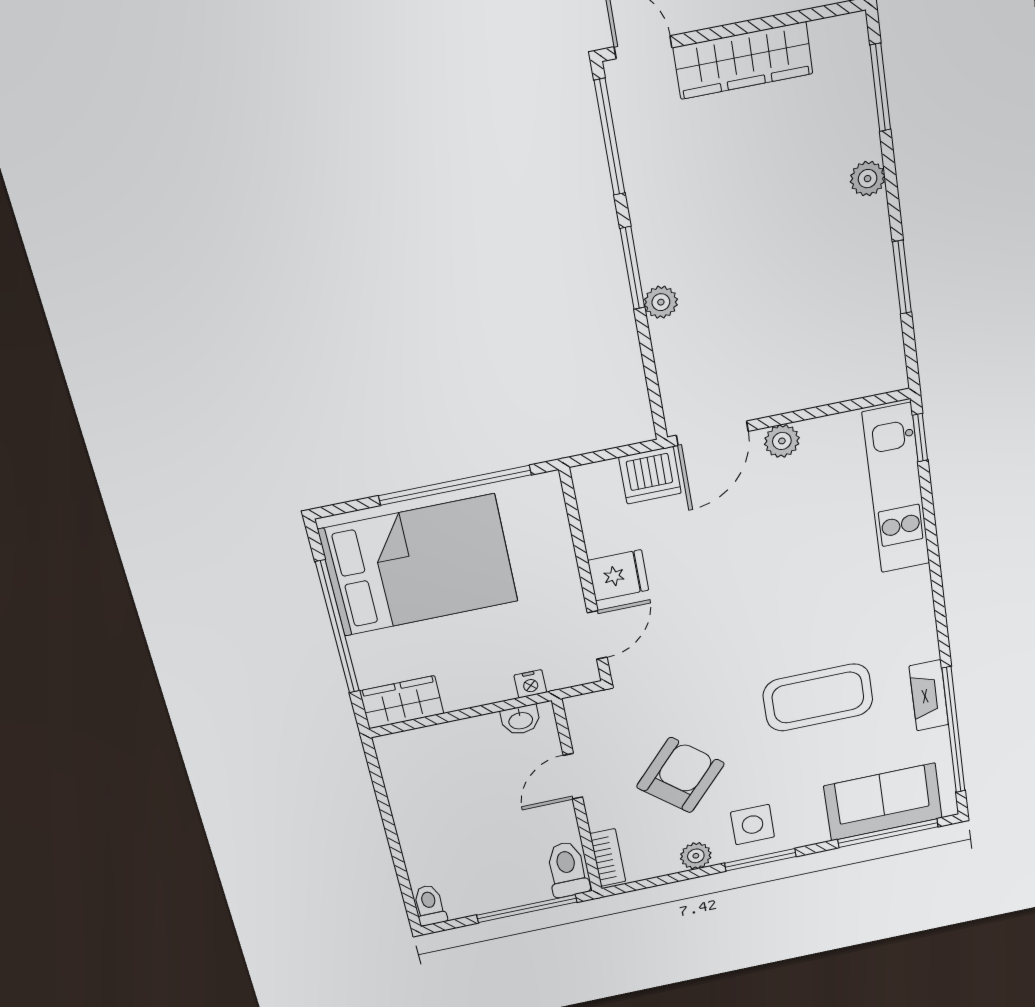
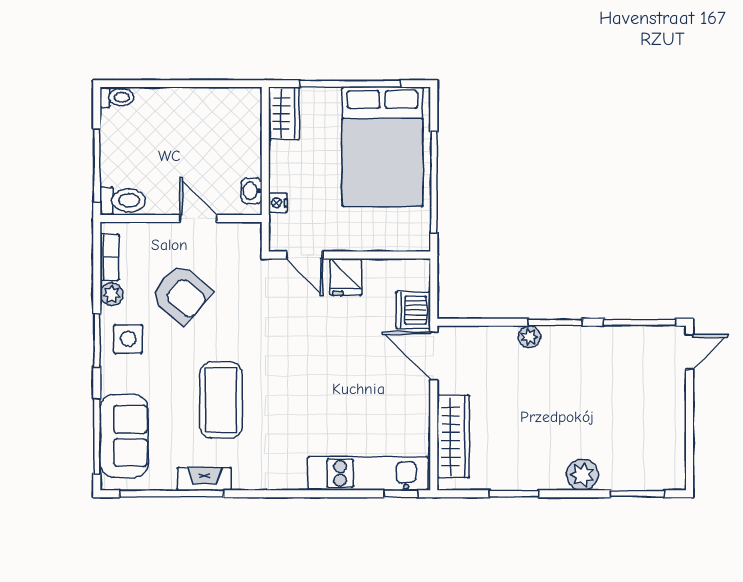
wardrobe: (743, 60) -> (453, 436), moved, turned 180
plant: (868, 179) -> (582, 475), width x1.38, depth x1.38
plant: (782, 441) -> (419, 401), removed
bookcase: (608, 858) -> (109, 257), moved, turned -90

